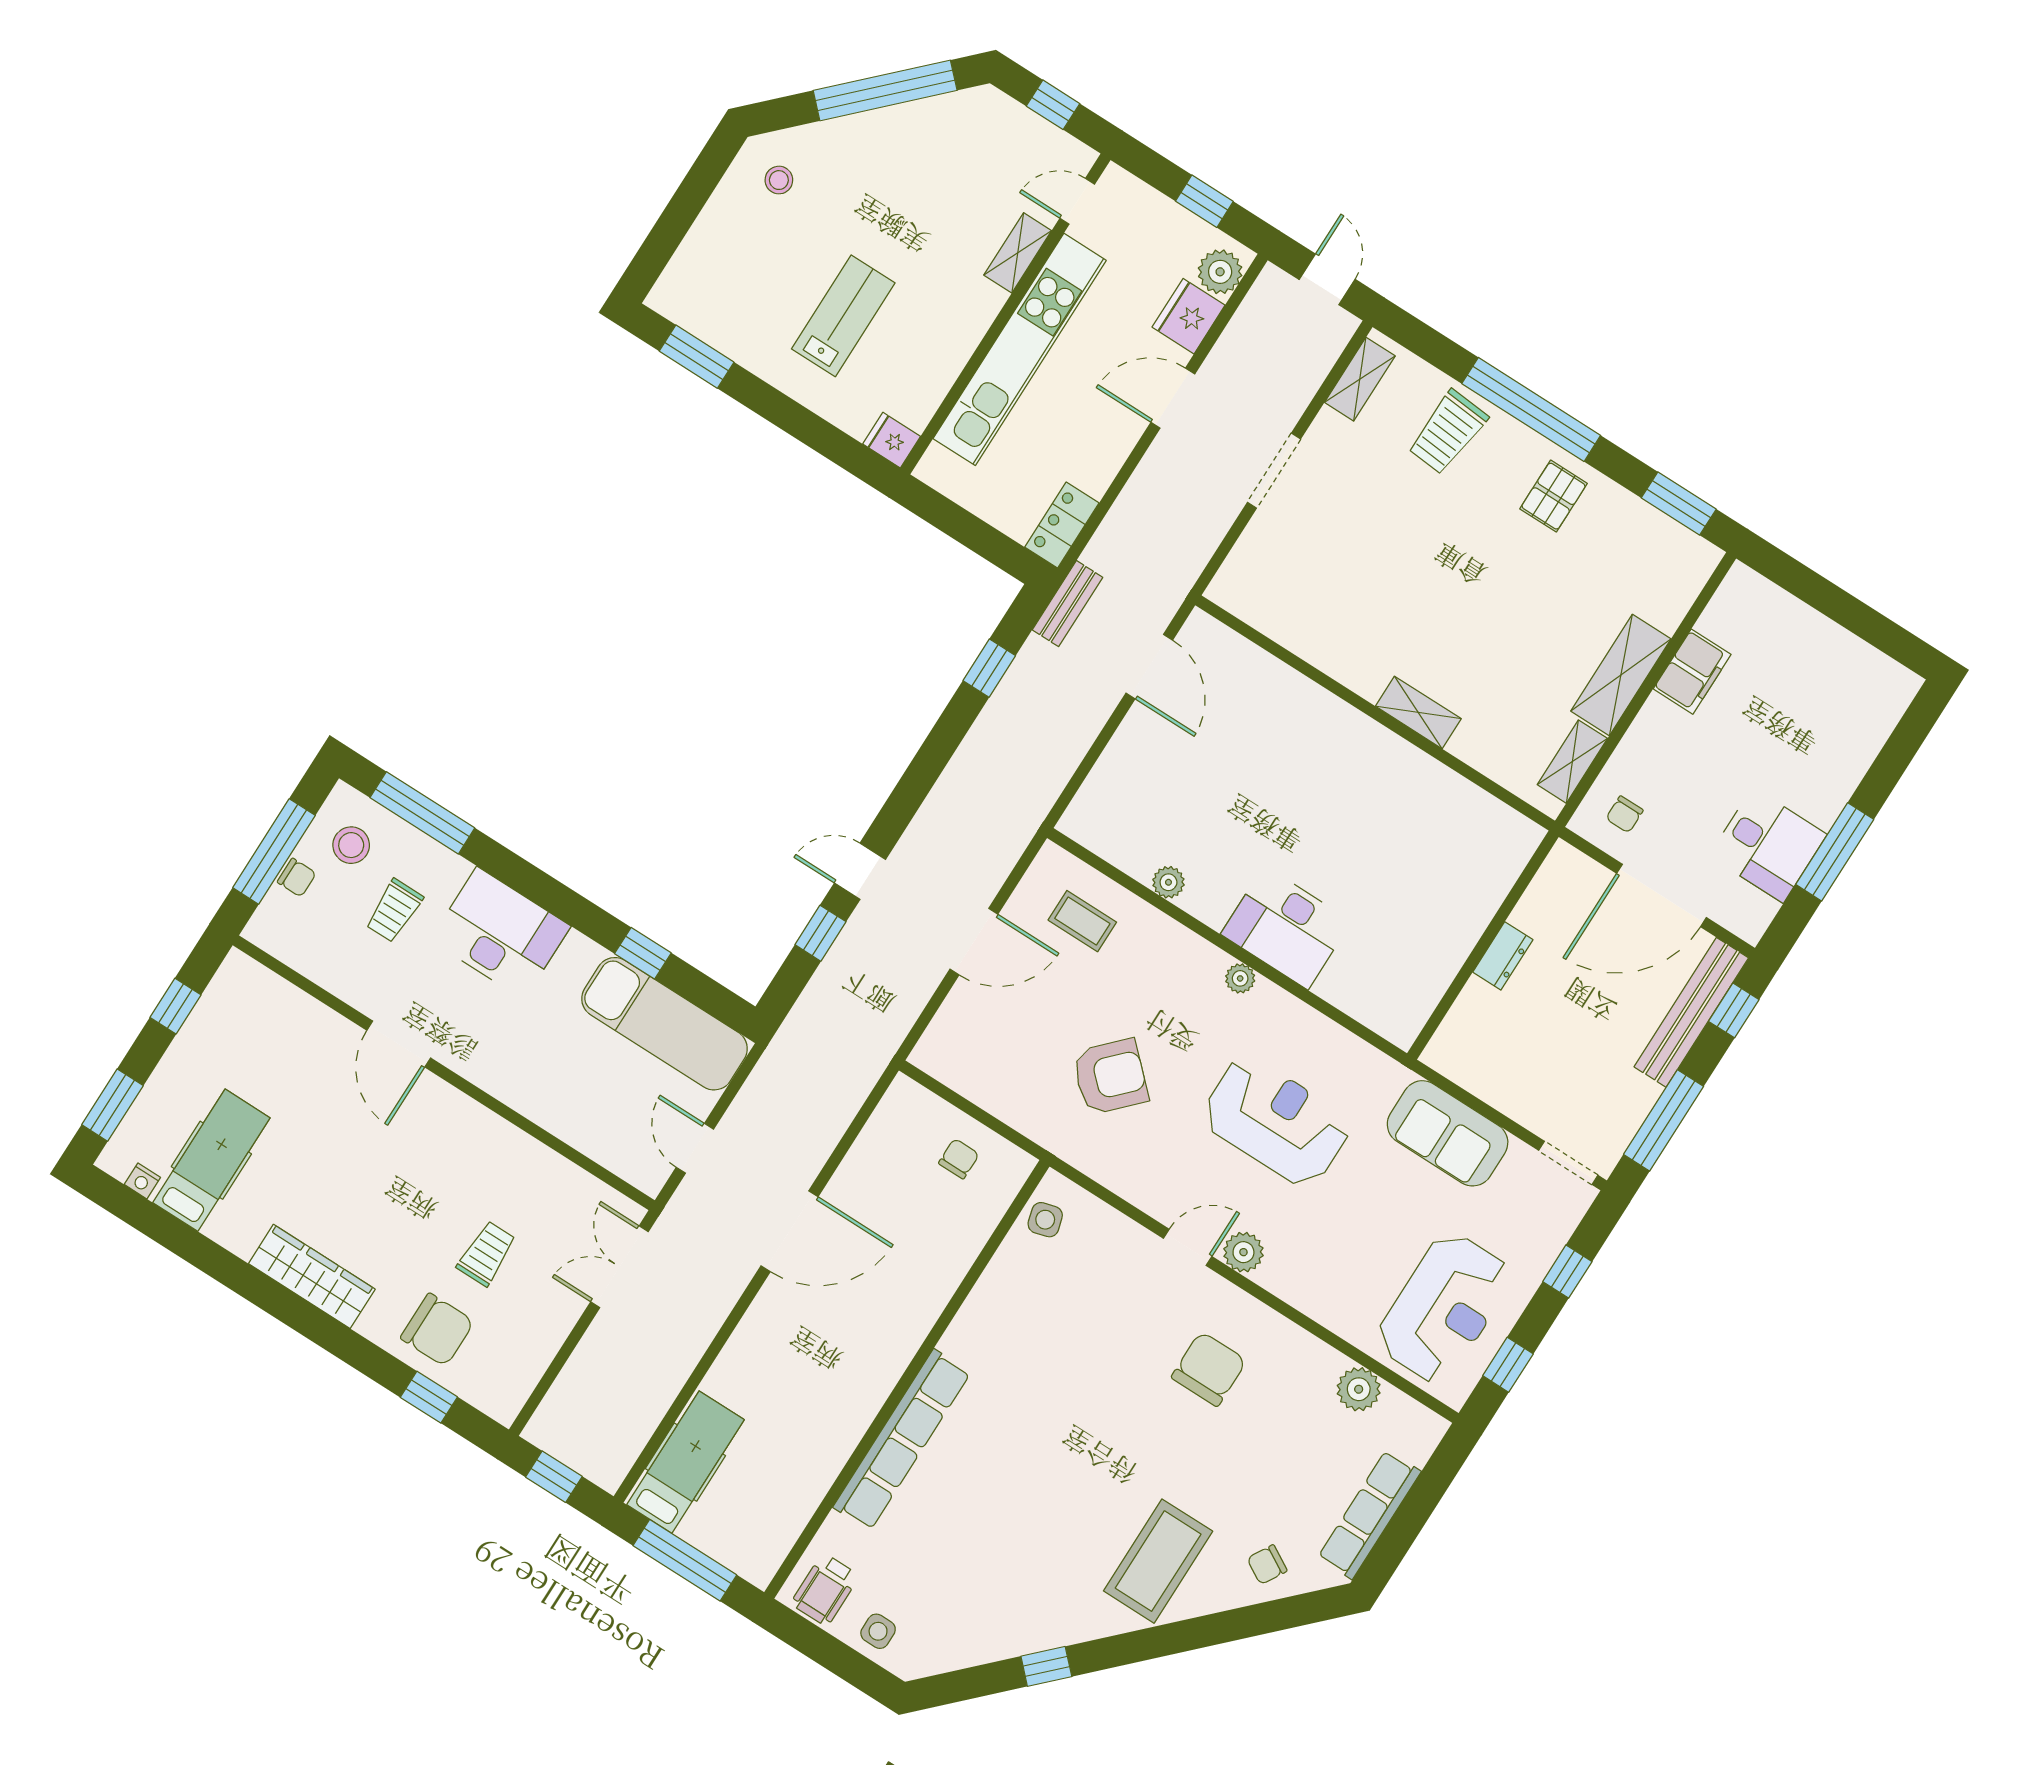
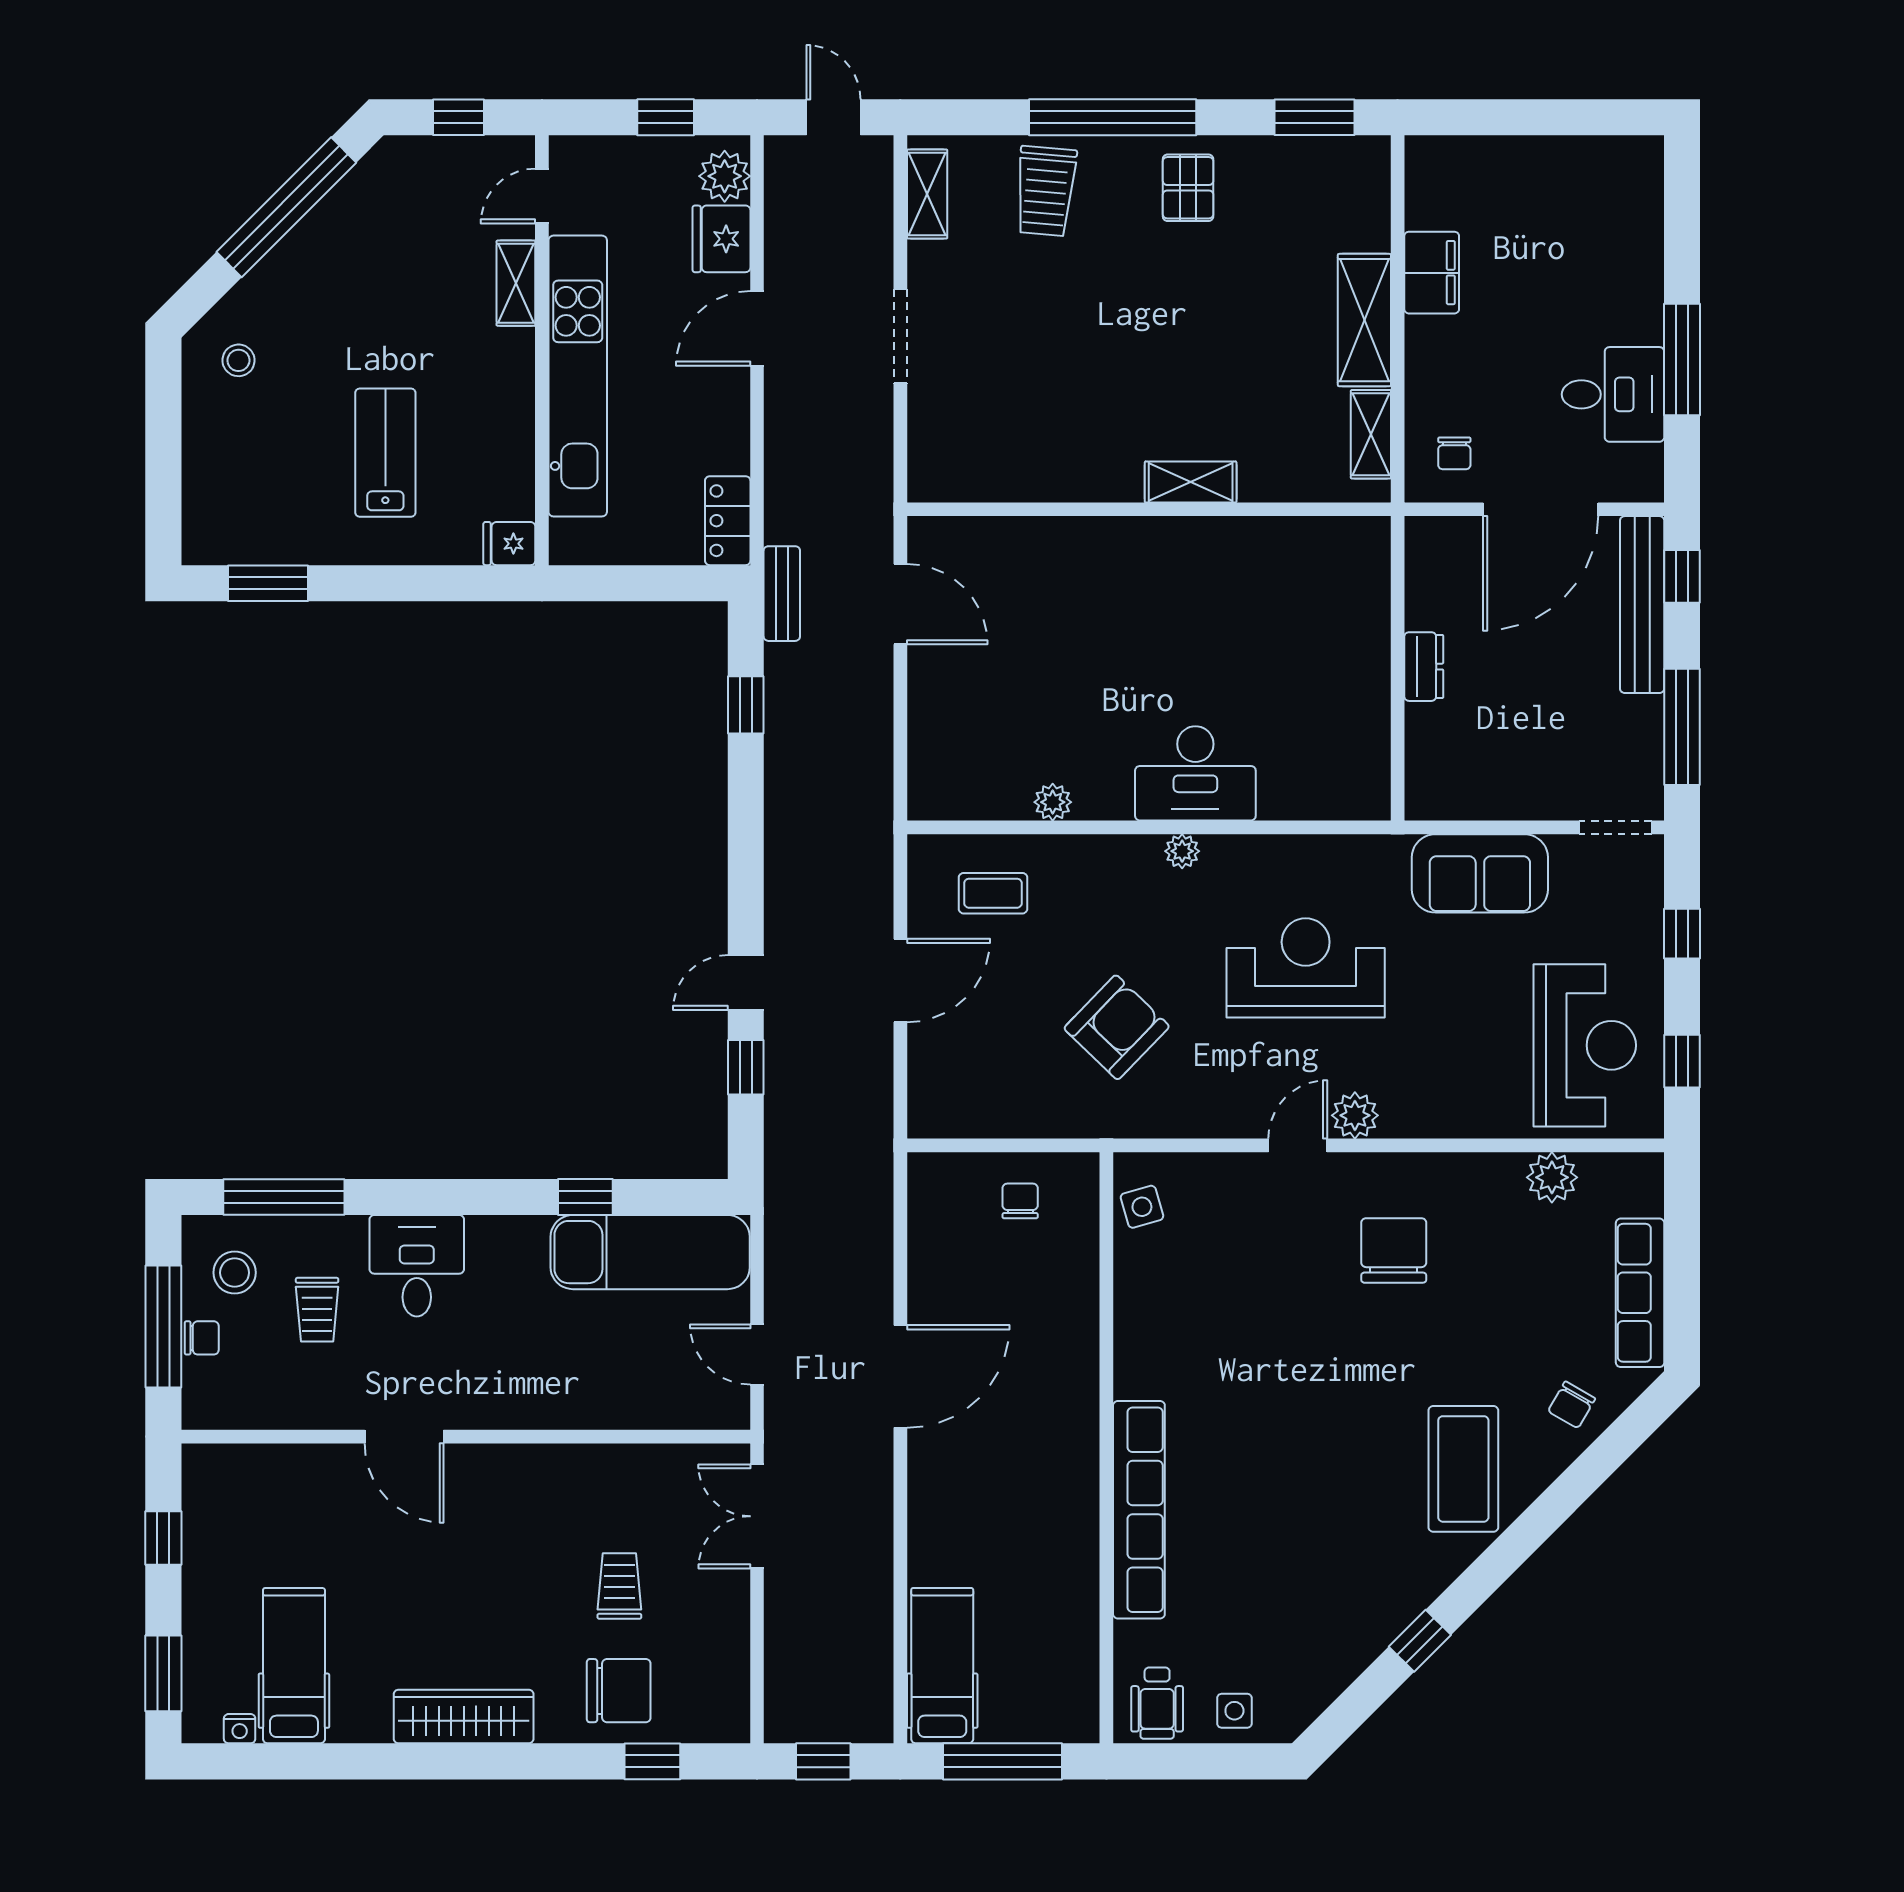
desk: (500, 933) -> (417, 1266), width x0.73

